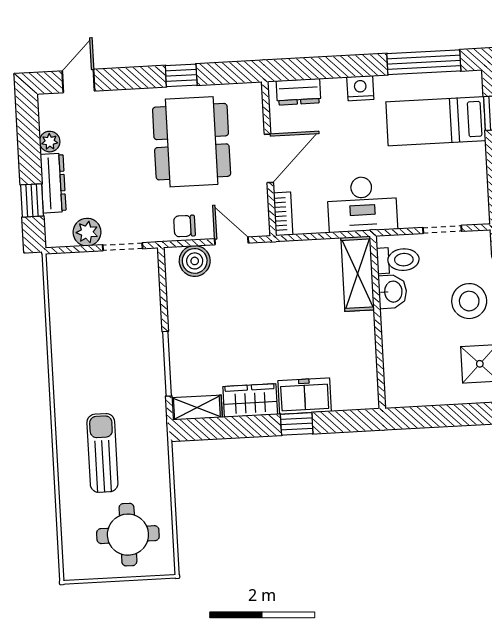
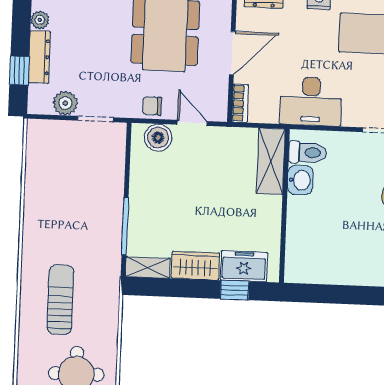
toilet: (398, 260) -> (308, 152), moved
shelving: (358, 274) -> (271, 161), moved
washbasin: (393, 292) -> (300, 180), moved
wall: (378, 322) -> (284, 206), moved

